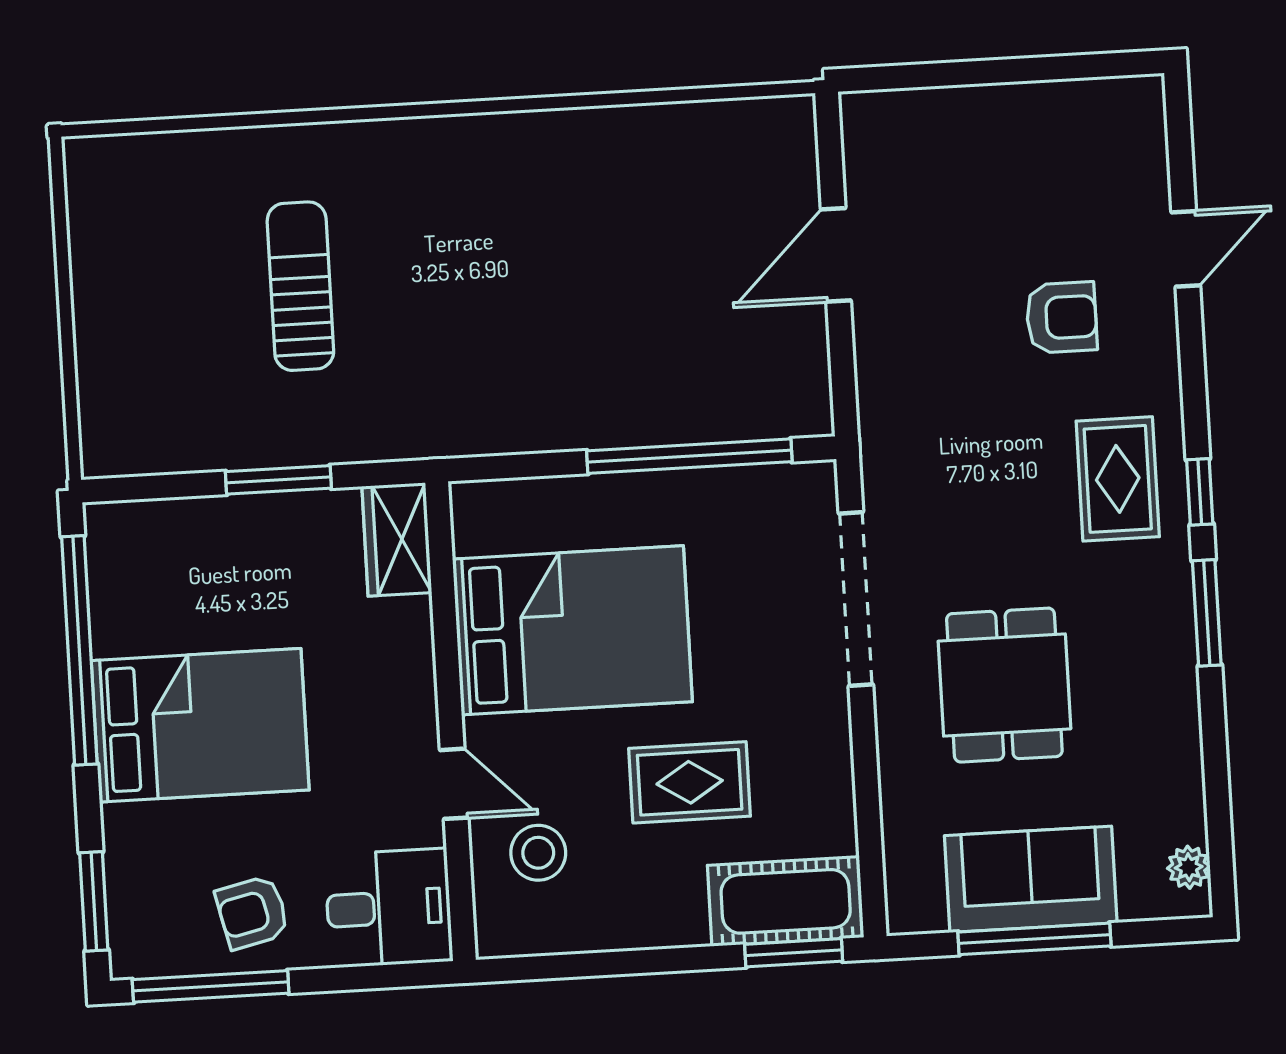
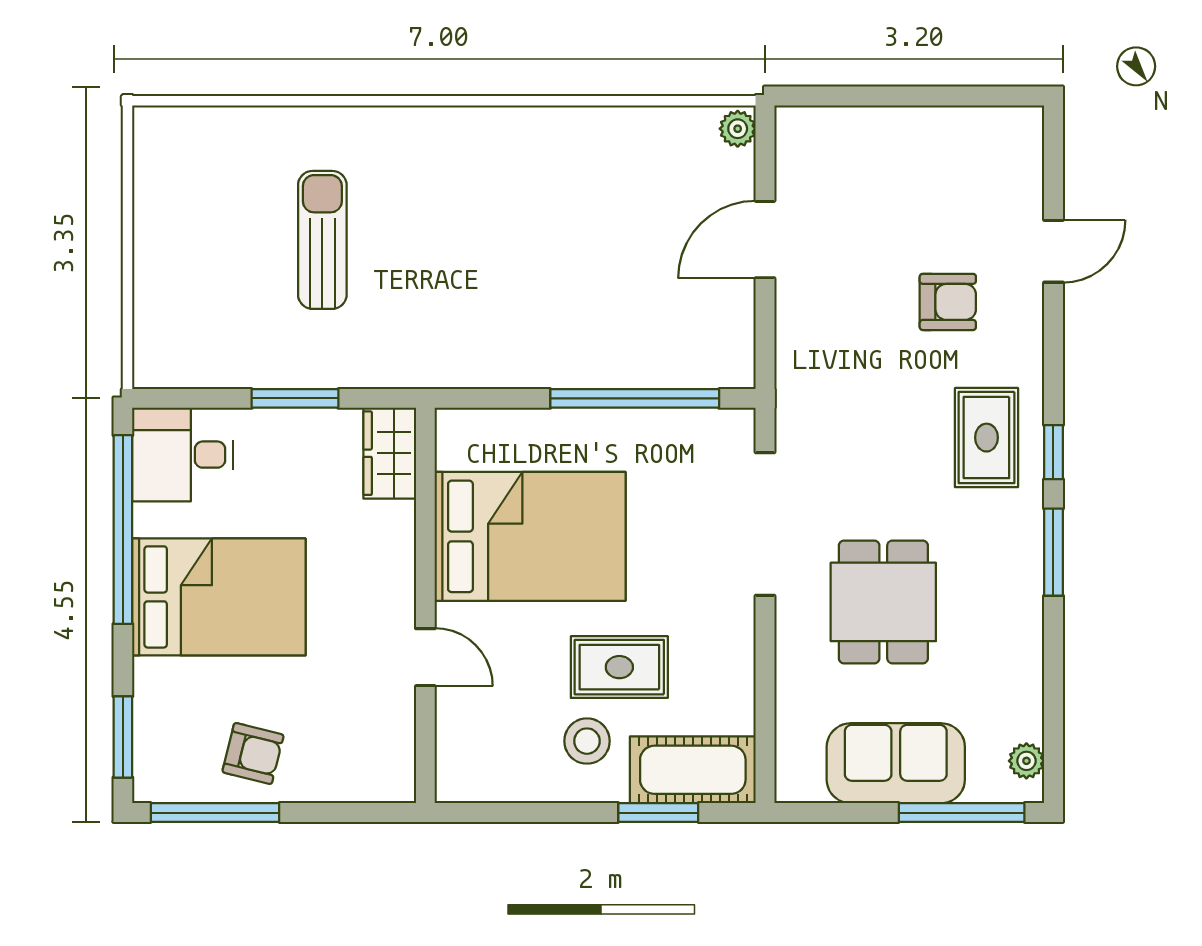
plant: (795, 123) -> (738, 129), added
stool: (538, 853) -> (587, 741), moved
desk: (389, 908) -> (183, 455), moved, turned 180
armchair: (252, 912) -> (253, 753), turned -153
window: (1034, 939) -> (962, 813), moved
window: (794, 953) -> (658, 813), moved

